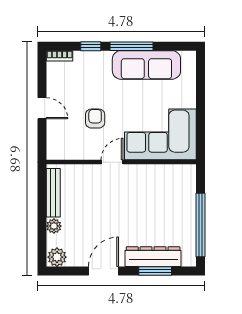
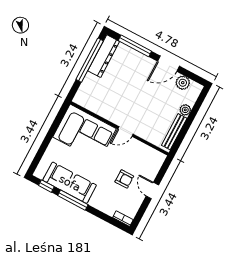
window: (91, 46) -> (46, 186), moved
armchair: (95, 119) -> (124, 179), moved, turned -90
plant: (57, 257) -> (183, 83), moved
dresser: (153, 257) -> (104, 56), moved, turned -90
window: (155, 271) -> (135, 46), width x1.44

